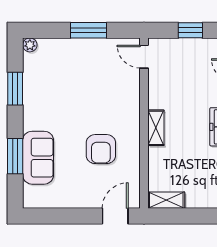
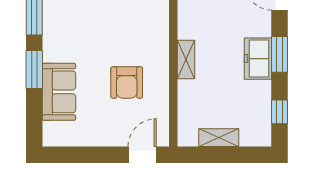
window: (15, 156) -> (34, 69), moved
shelving: (166, 200) -> (219, 138), moved

